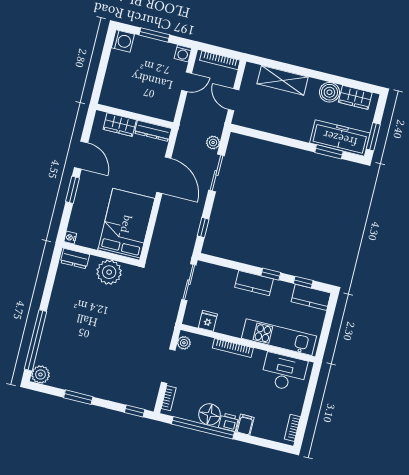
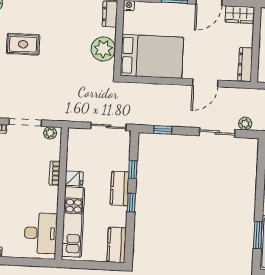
wardrobe: (120, 125) -> (240, 15), moved, turned -90
door: (164, 175) -> (205, 83), width x0.73
window: (303, 282) -> (133, 170), moved
fridge: (208, 321) -> (74, 178), moved
bookcase: (233, 348) -> (55, 173), width x0.64
rug: (88, 353) -> (23, 44), added

